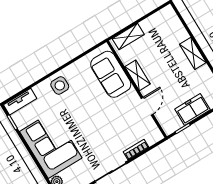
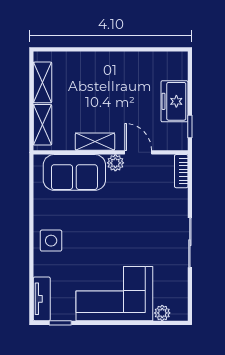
shelving: (193, 53) -> (43, 82), moved, turned 90
plant: (132, 96) -> (115, 163), added
bookcase: (136, 150) -> (181, 171), moved

